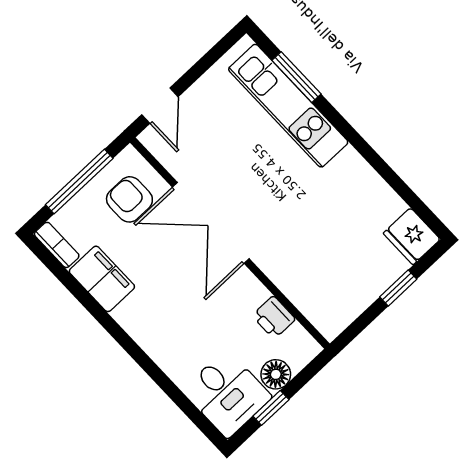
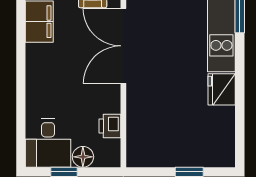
fridge: (412, 236) -> (222, 89), moved

